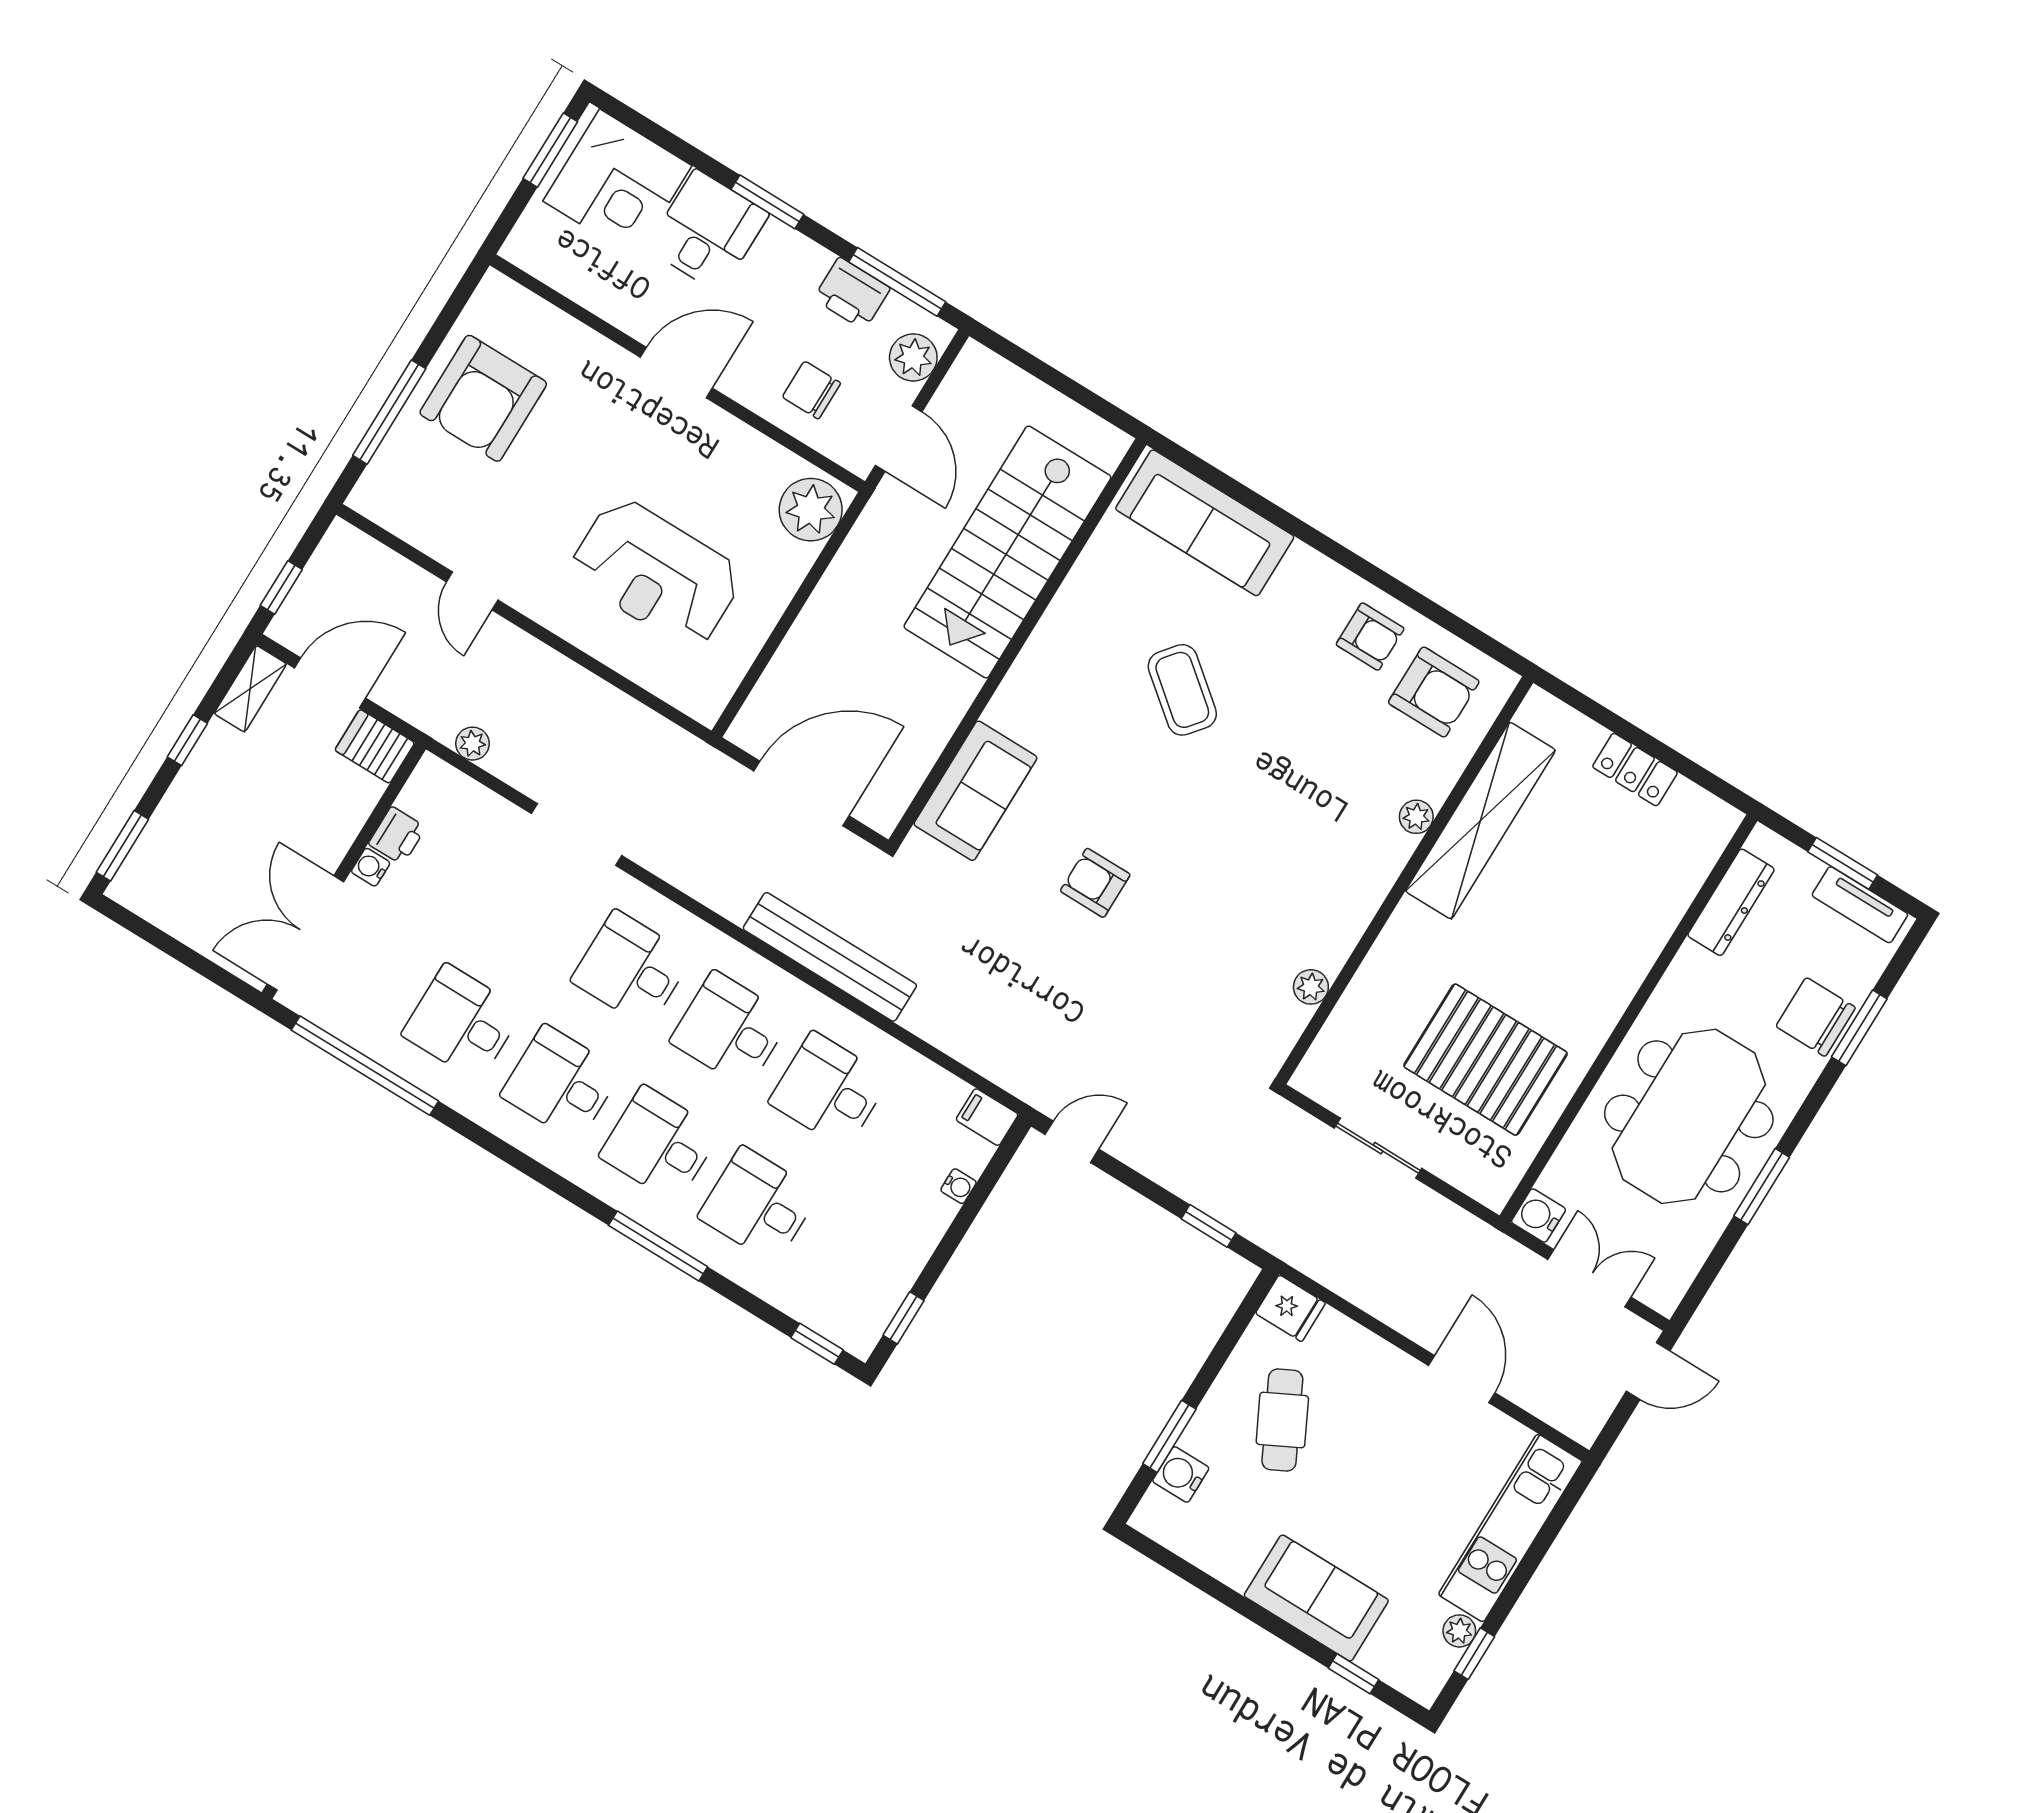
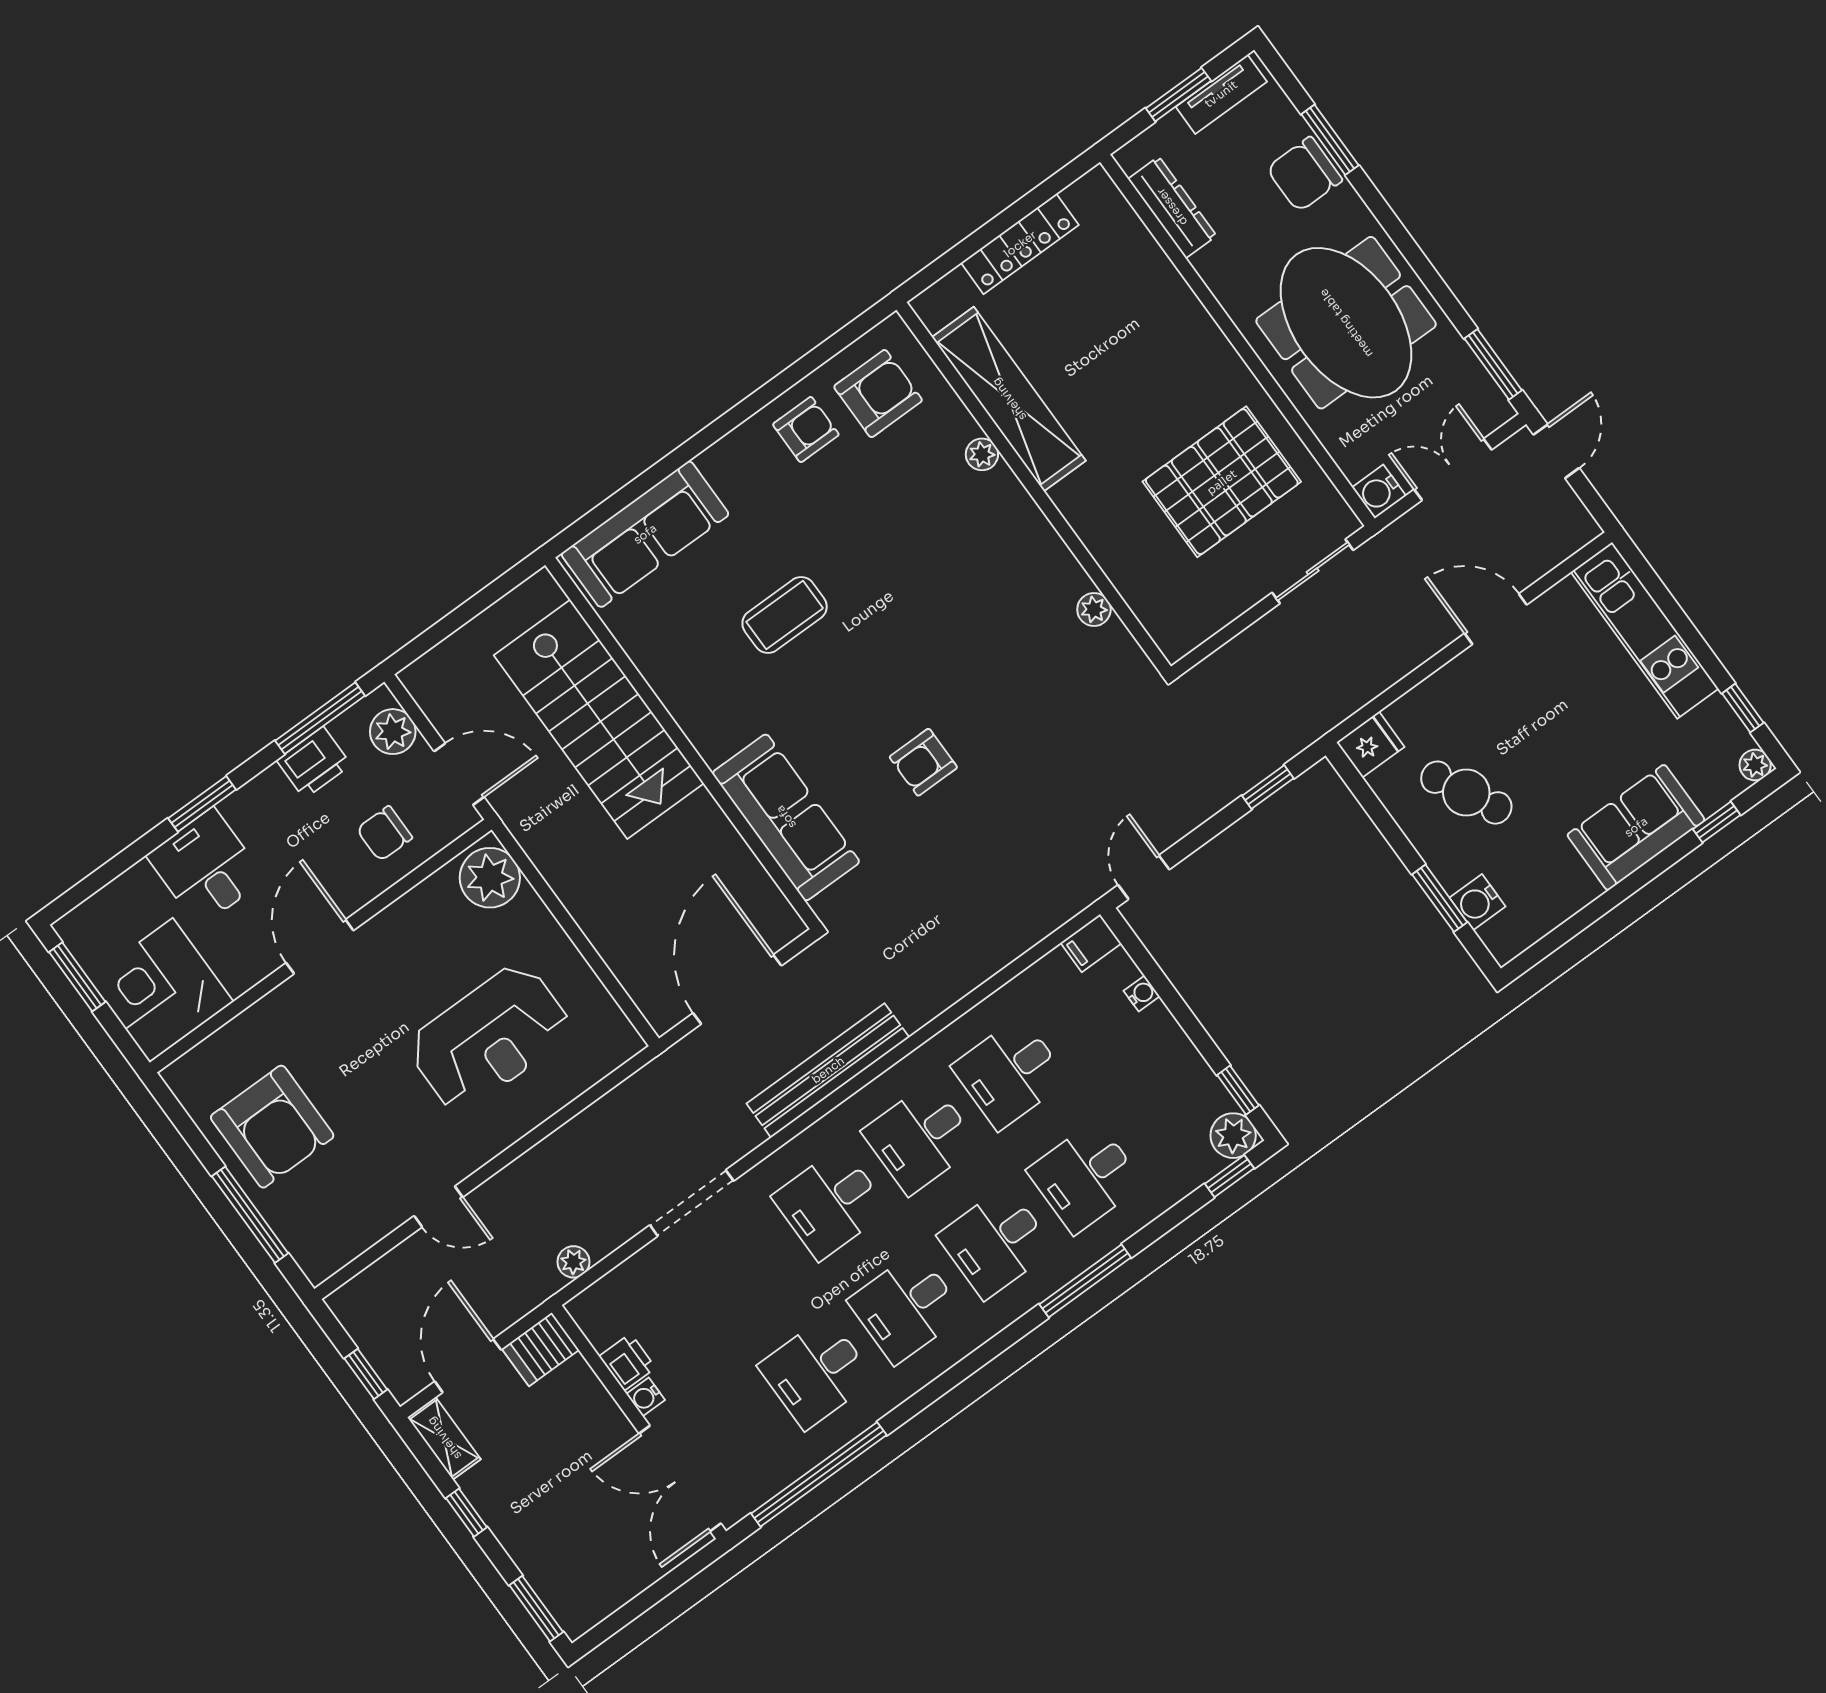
corner desk: (617, 183) -> (161, 990), moved, turned 180
coffee table: (1182, 690) -> (785, 615), turned -39
locker: (1635, 770) -> (1020, 244), width x1.53
sofa: (975, 791) -> (786, 817), width x1.36
bench: (830, 957) -> (828, 1070), moved
sliding door: (1378, 1148) -> (1313, 571), moved
window: (1762, 1187) -> (1493, 364), moved
plant: (858, 1331) -> (1233, 1136), added
plant: (1459, 1631) -> (1755, 765), moved

